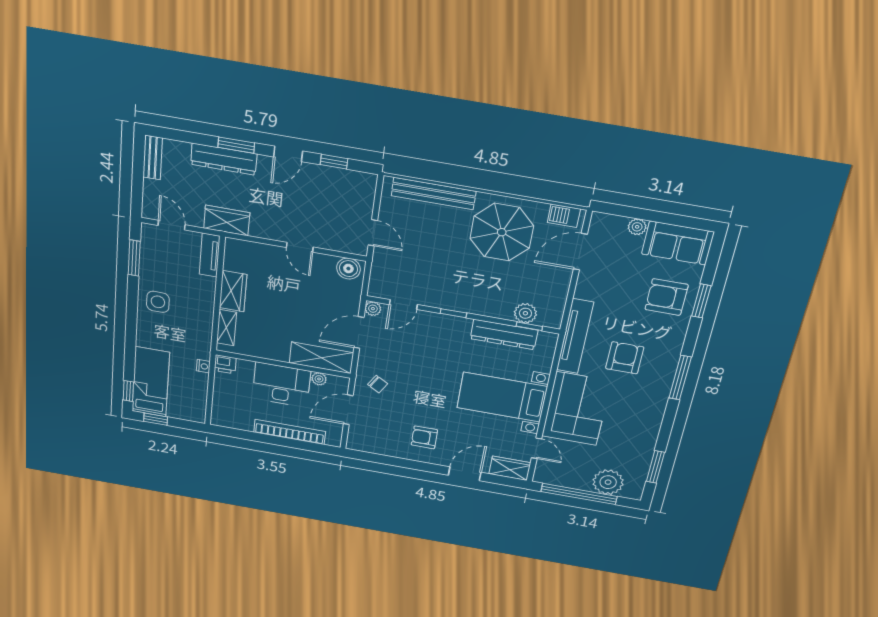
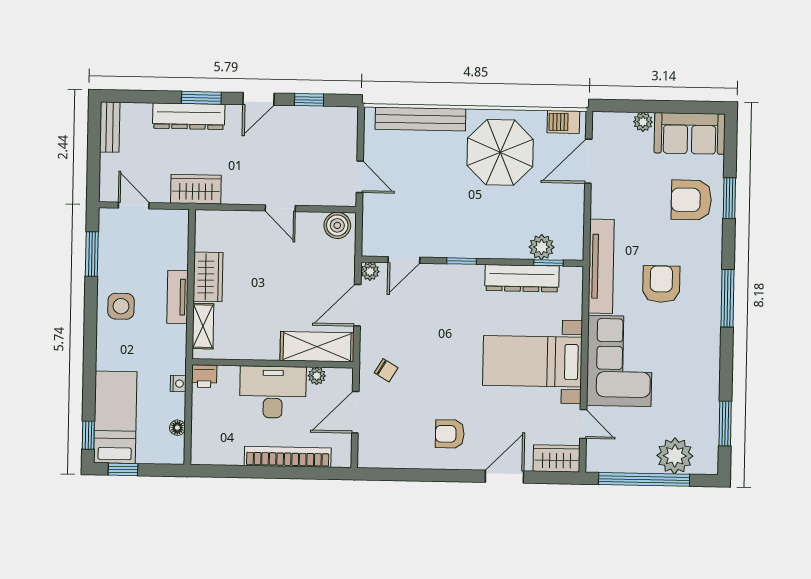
tv unit: (210, 255) -> (178, 297), moved
floor lamp: (201, 397) -> (177, 428), added

